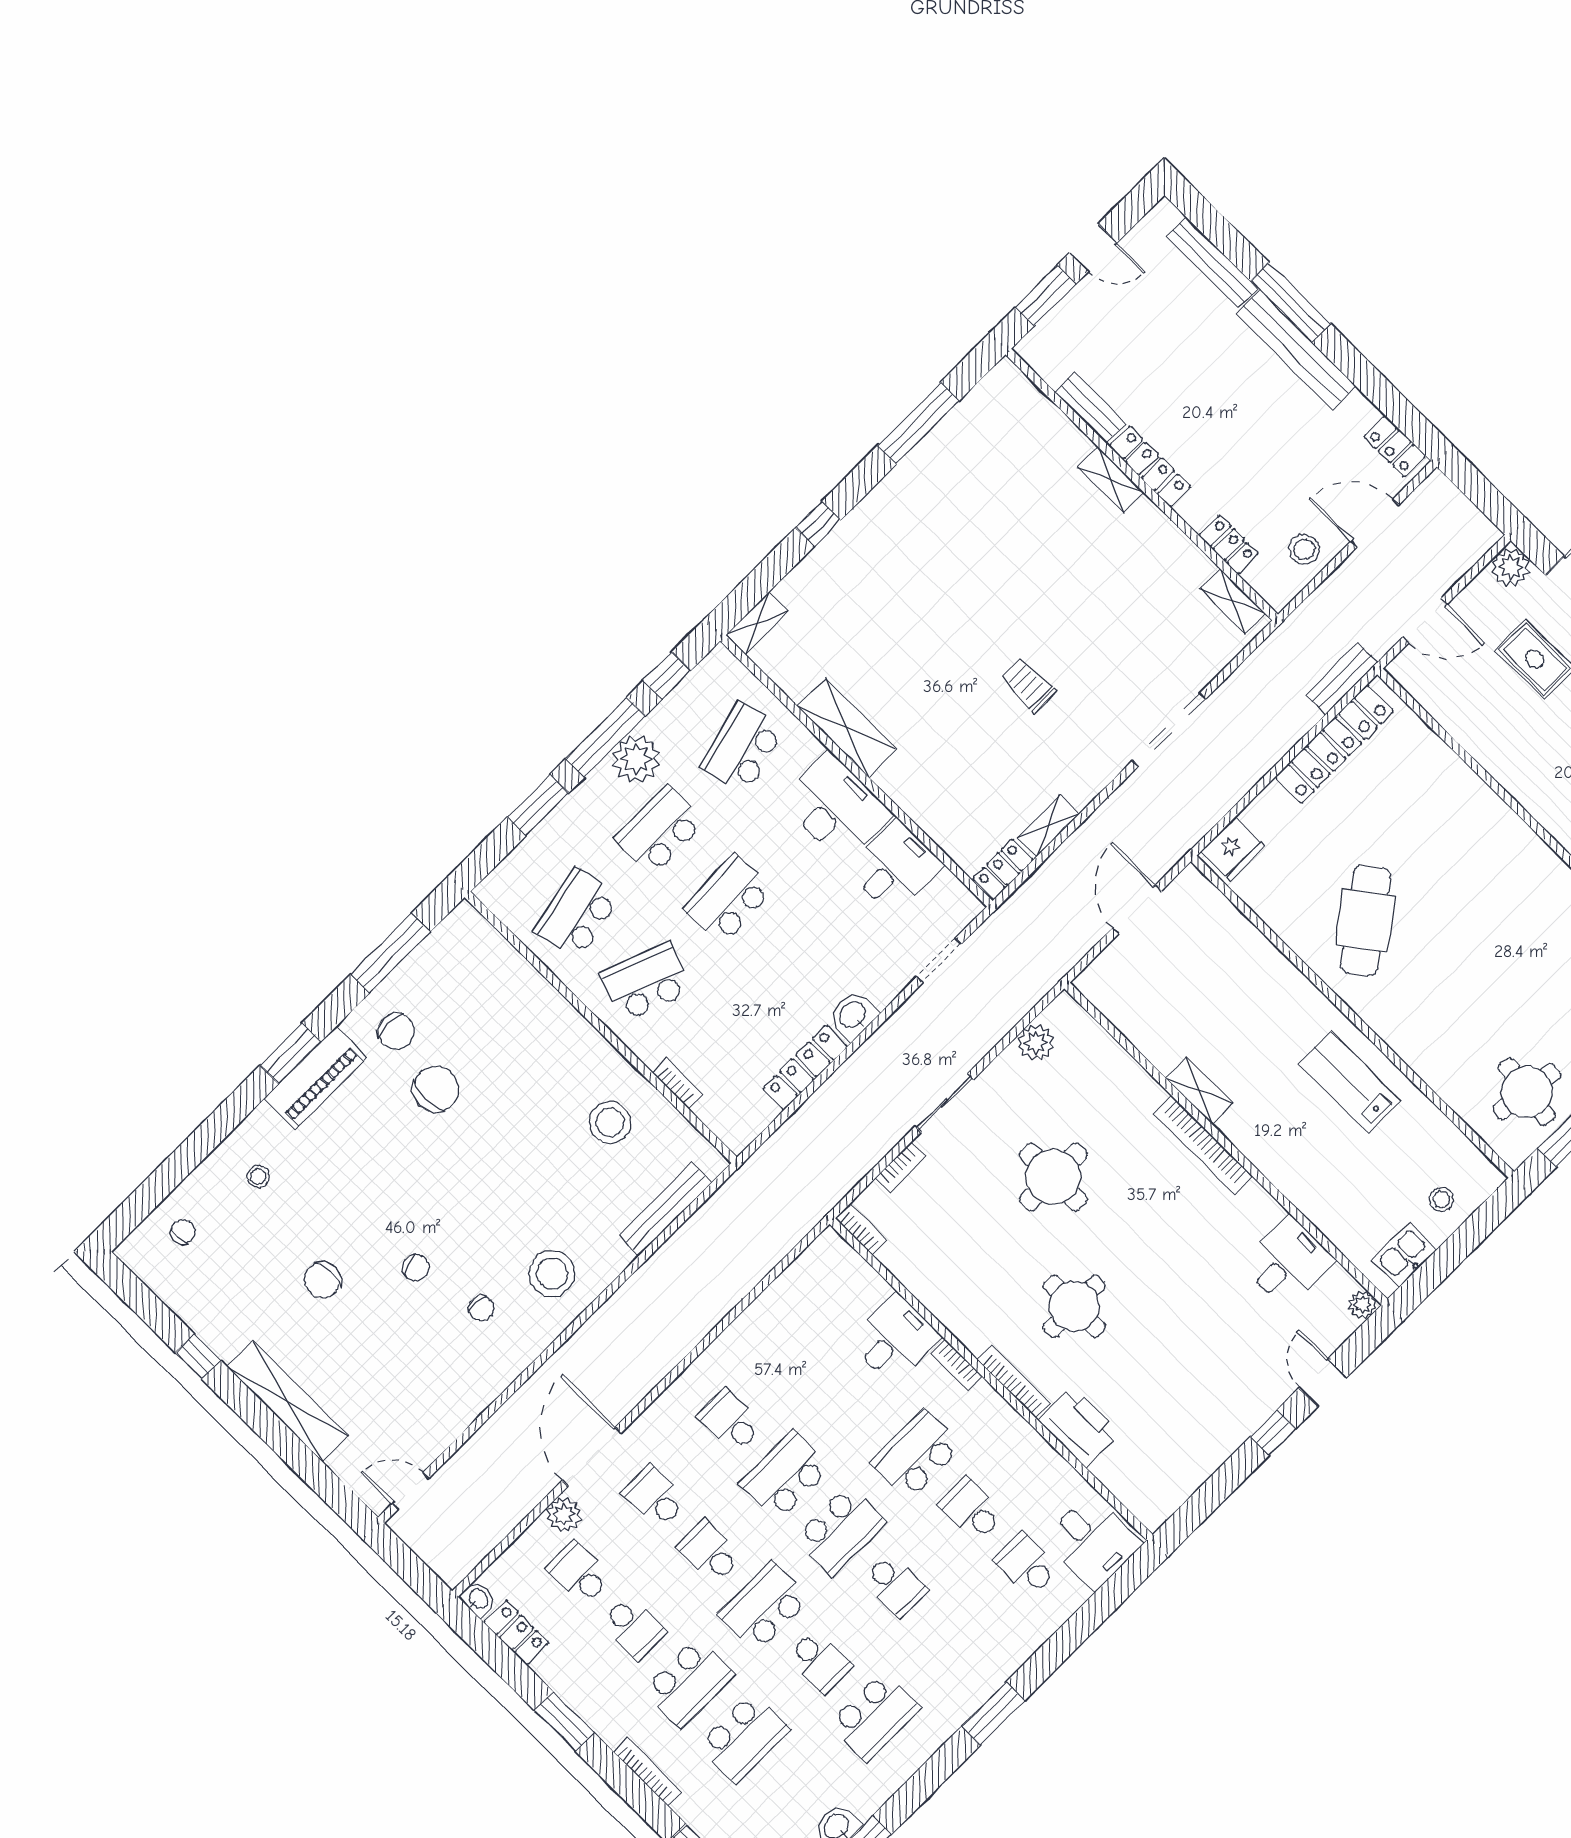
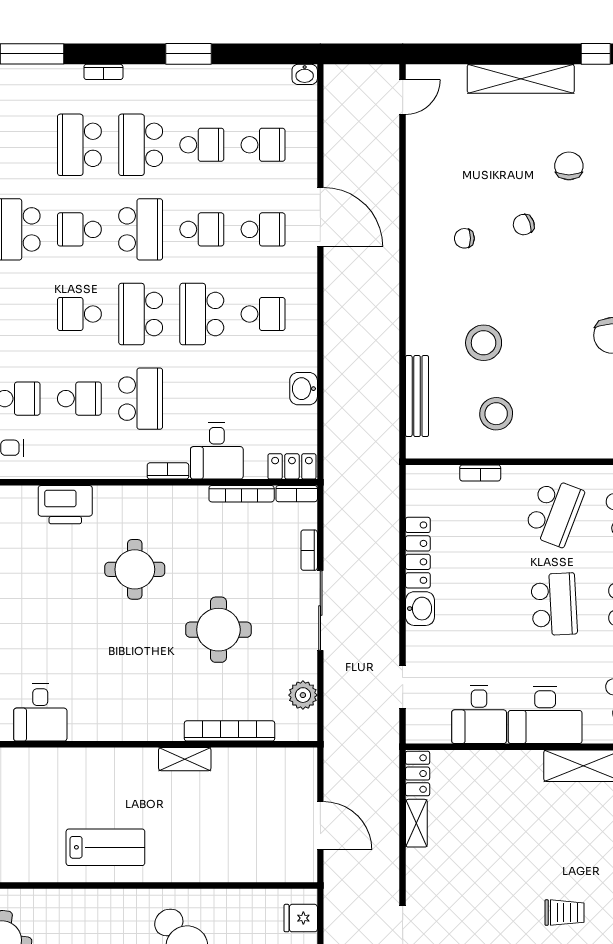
trolley: (1028, 685) -> (564, 913), moved
fridge: (1233, 849) -> (301, 918), width x0.72
sliding door: (944, 1103) -> (320, 610), width x1.37
bookcase: (1203, 1144) -> (229, 731), moved
stool: (552, 1273) -> (484, 343), moved
washbasin: (761, 1317) -> (304, 389), added
bookcase: (1014, 1381) -> (242, 494), moved
school desk: (785, 1476) -> (202, 314), turned 180
plant: (564, 1515) -> (304, 169), removed
school desk: (634, 1628) -> (202, 145), turned 180
locker: (516, 1633) -> (292, 466), moved, turned 180
bookcase: (647, 1772) -> (103, 72), width x0.64

